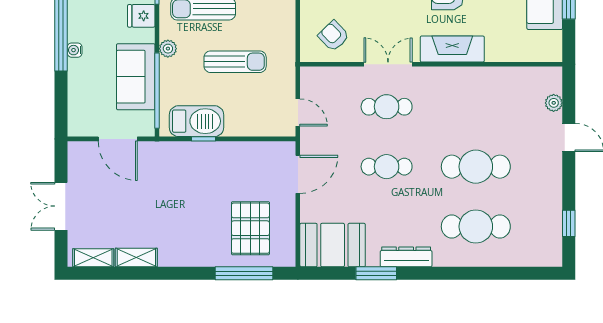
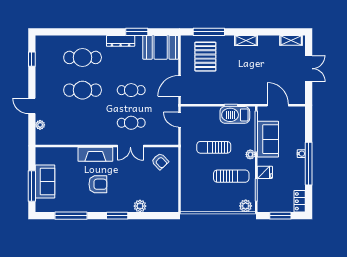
shelving: (136, 257) -> (246, 41), moved

